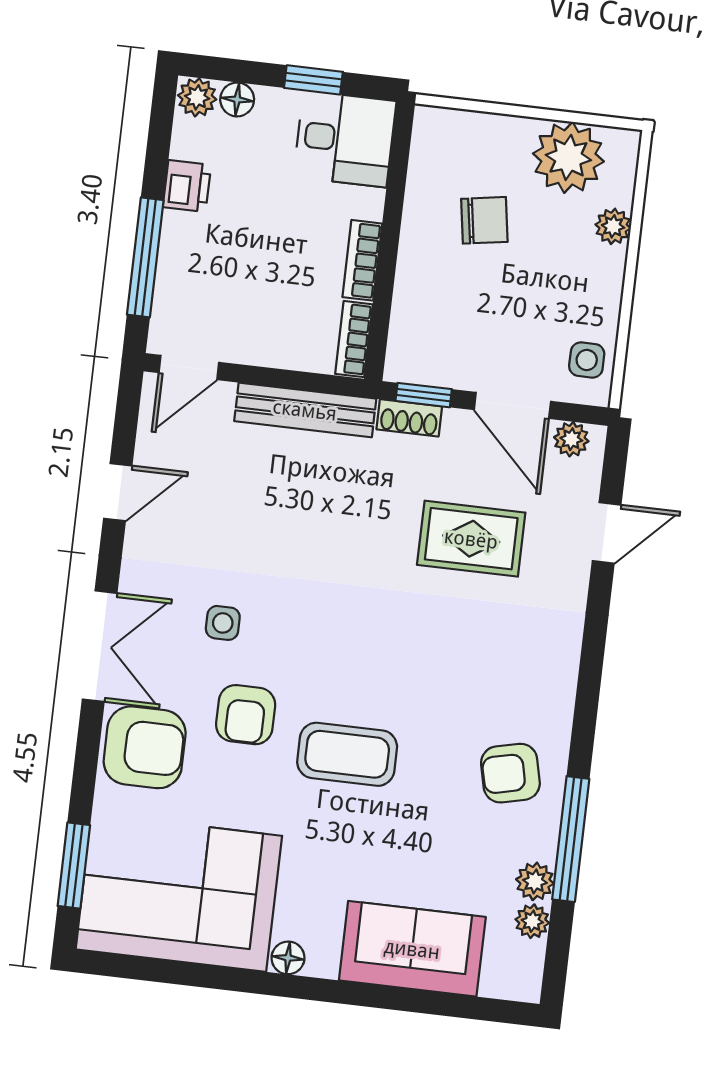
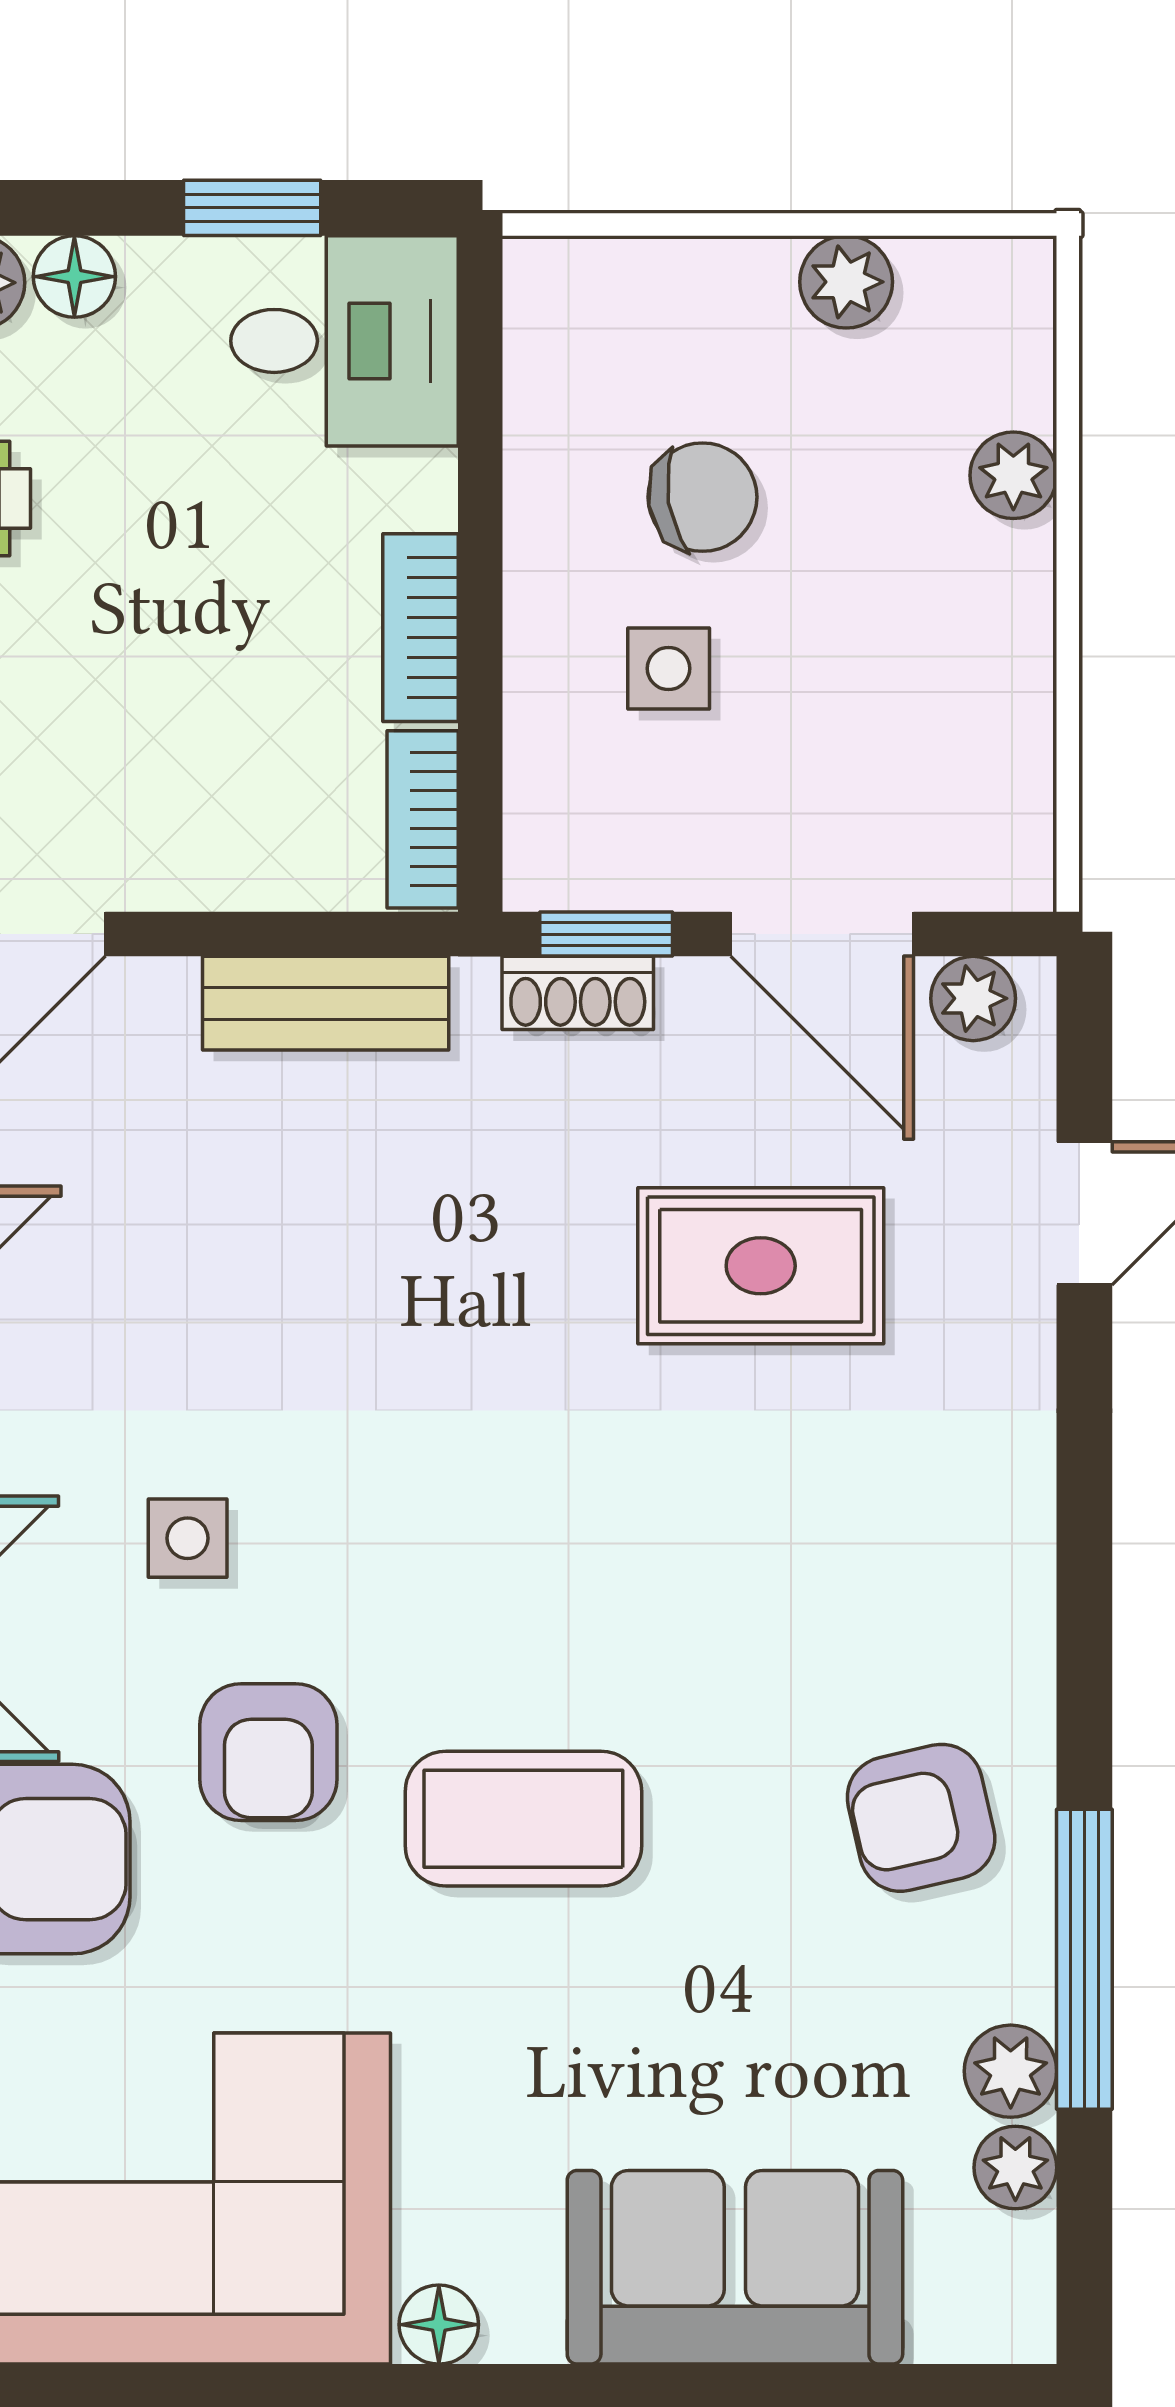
plant: (568, 157) -> (846, 282), width x0.53, depth x0.53
side table: (587, 360) -> (669, 668), moved
bench: (305, 410) -> (326, 1003), width x0.73

